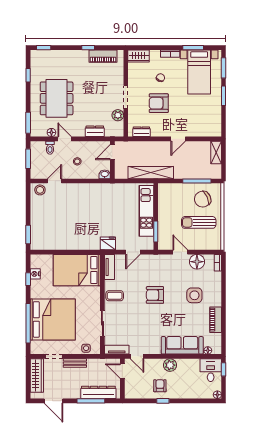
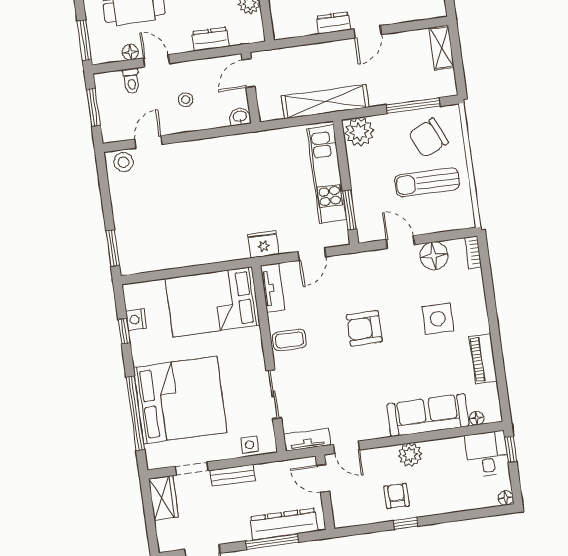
dresser: (141, 132) -> (333, 23), moved
plant: (167, 191) -> (359, 132), added
wardrobe: (37, 376) -> (163, 498), width x0.67

